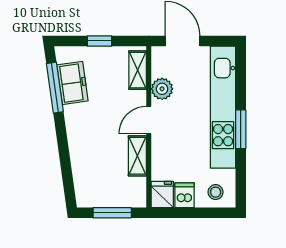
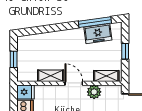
window: (112, 213) -> (14, 59), width x0.67

